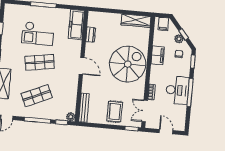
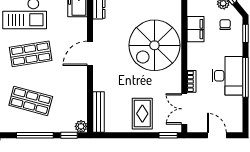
spiral stairs: (128, 64) -> (154, 45), turned 180
door: (82, 66) -> (90, 53), swing flipped
shop shelf: (37, 96) -> (31, 101), turned 39

